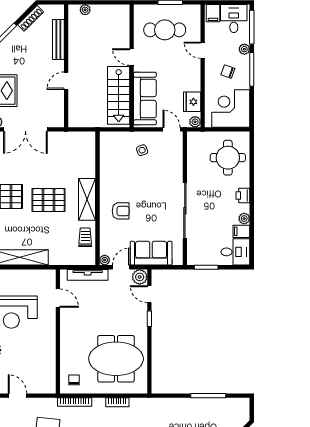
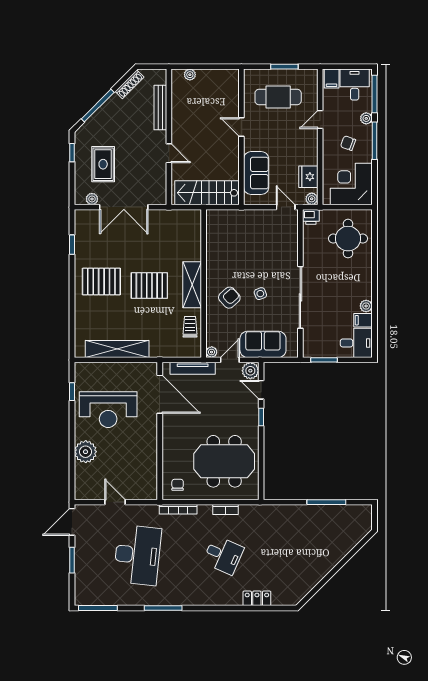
door: (203, 50) -> (320, 119), hinge flipped
door: (66, 81) -> (169, 153), swing flipped
stairs: (119, 95) -> (207, 193), moved, turned 90
sofa: (145, 99) -> (256, 173), width x0.73
side table: (142, 150) -> (260, 294), moved
printer: (243, 195) -> (311, 217), moved, turned -90
armchair: (121, 211) -> (229, 298), turned -42
door: (58, 298) -> (160, 394), width x1.87

